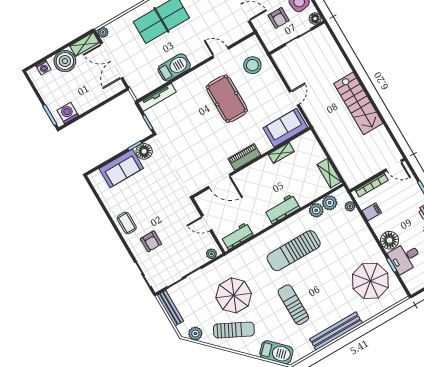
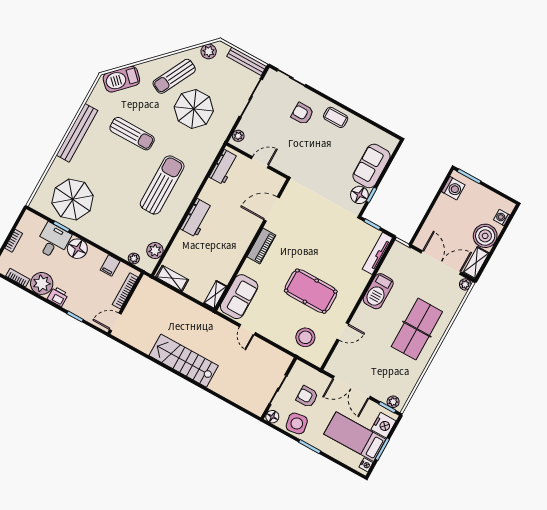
shelving: (281, 153) -> (215, 295), moved
plant: (316, 210) -> (163, 236), removed

